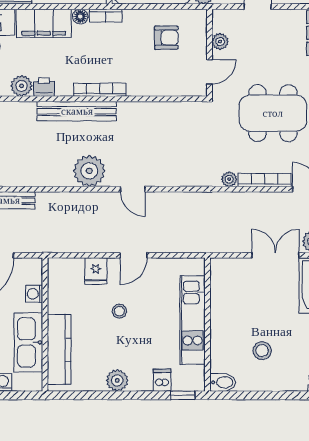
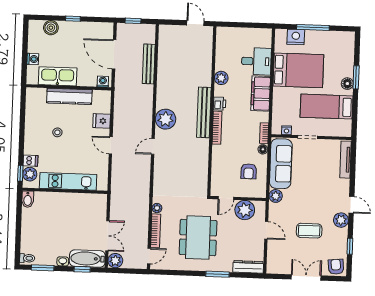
floor lamp: (80, 17) -> (263, 149), moved
plant: (220, 42) -> (245, 210), width x1.87, depth x1.87
door: (209, 72) -> (226, 198), hinge flipped
printer: (44, 87) -> (220, 104), moved
washing machine: (34, 294) -> (103, 82), moved
stool: (119, 311) -> (57, 132), moved
kitchen counter: (59, 350) -> (69, 96), moved
stool: (262, 351) -> (47, 225), removed
plant: (117, 380) -> (30, 174), moved

